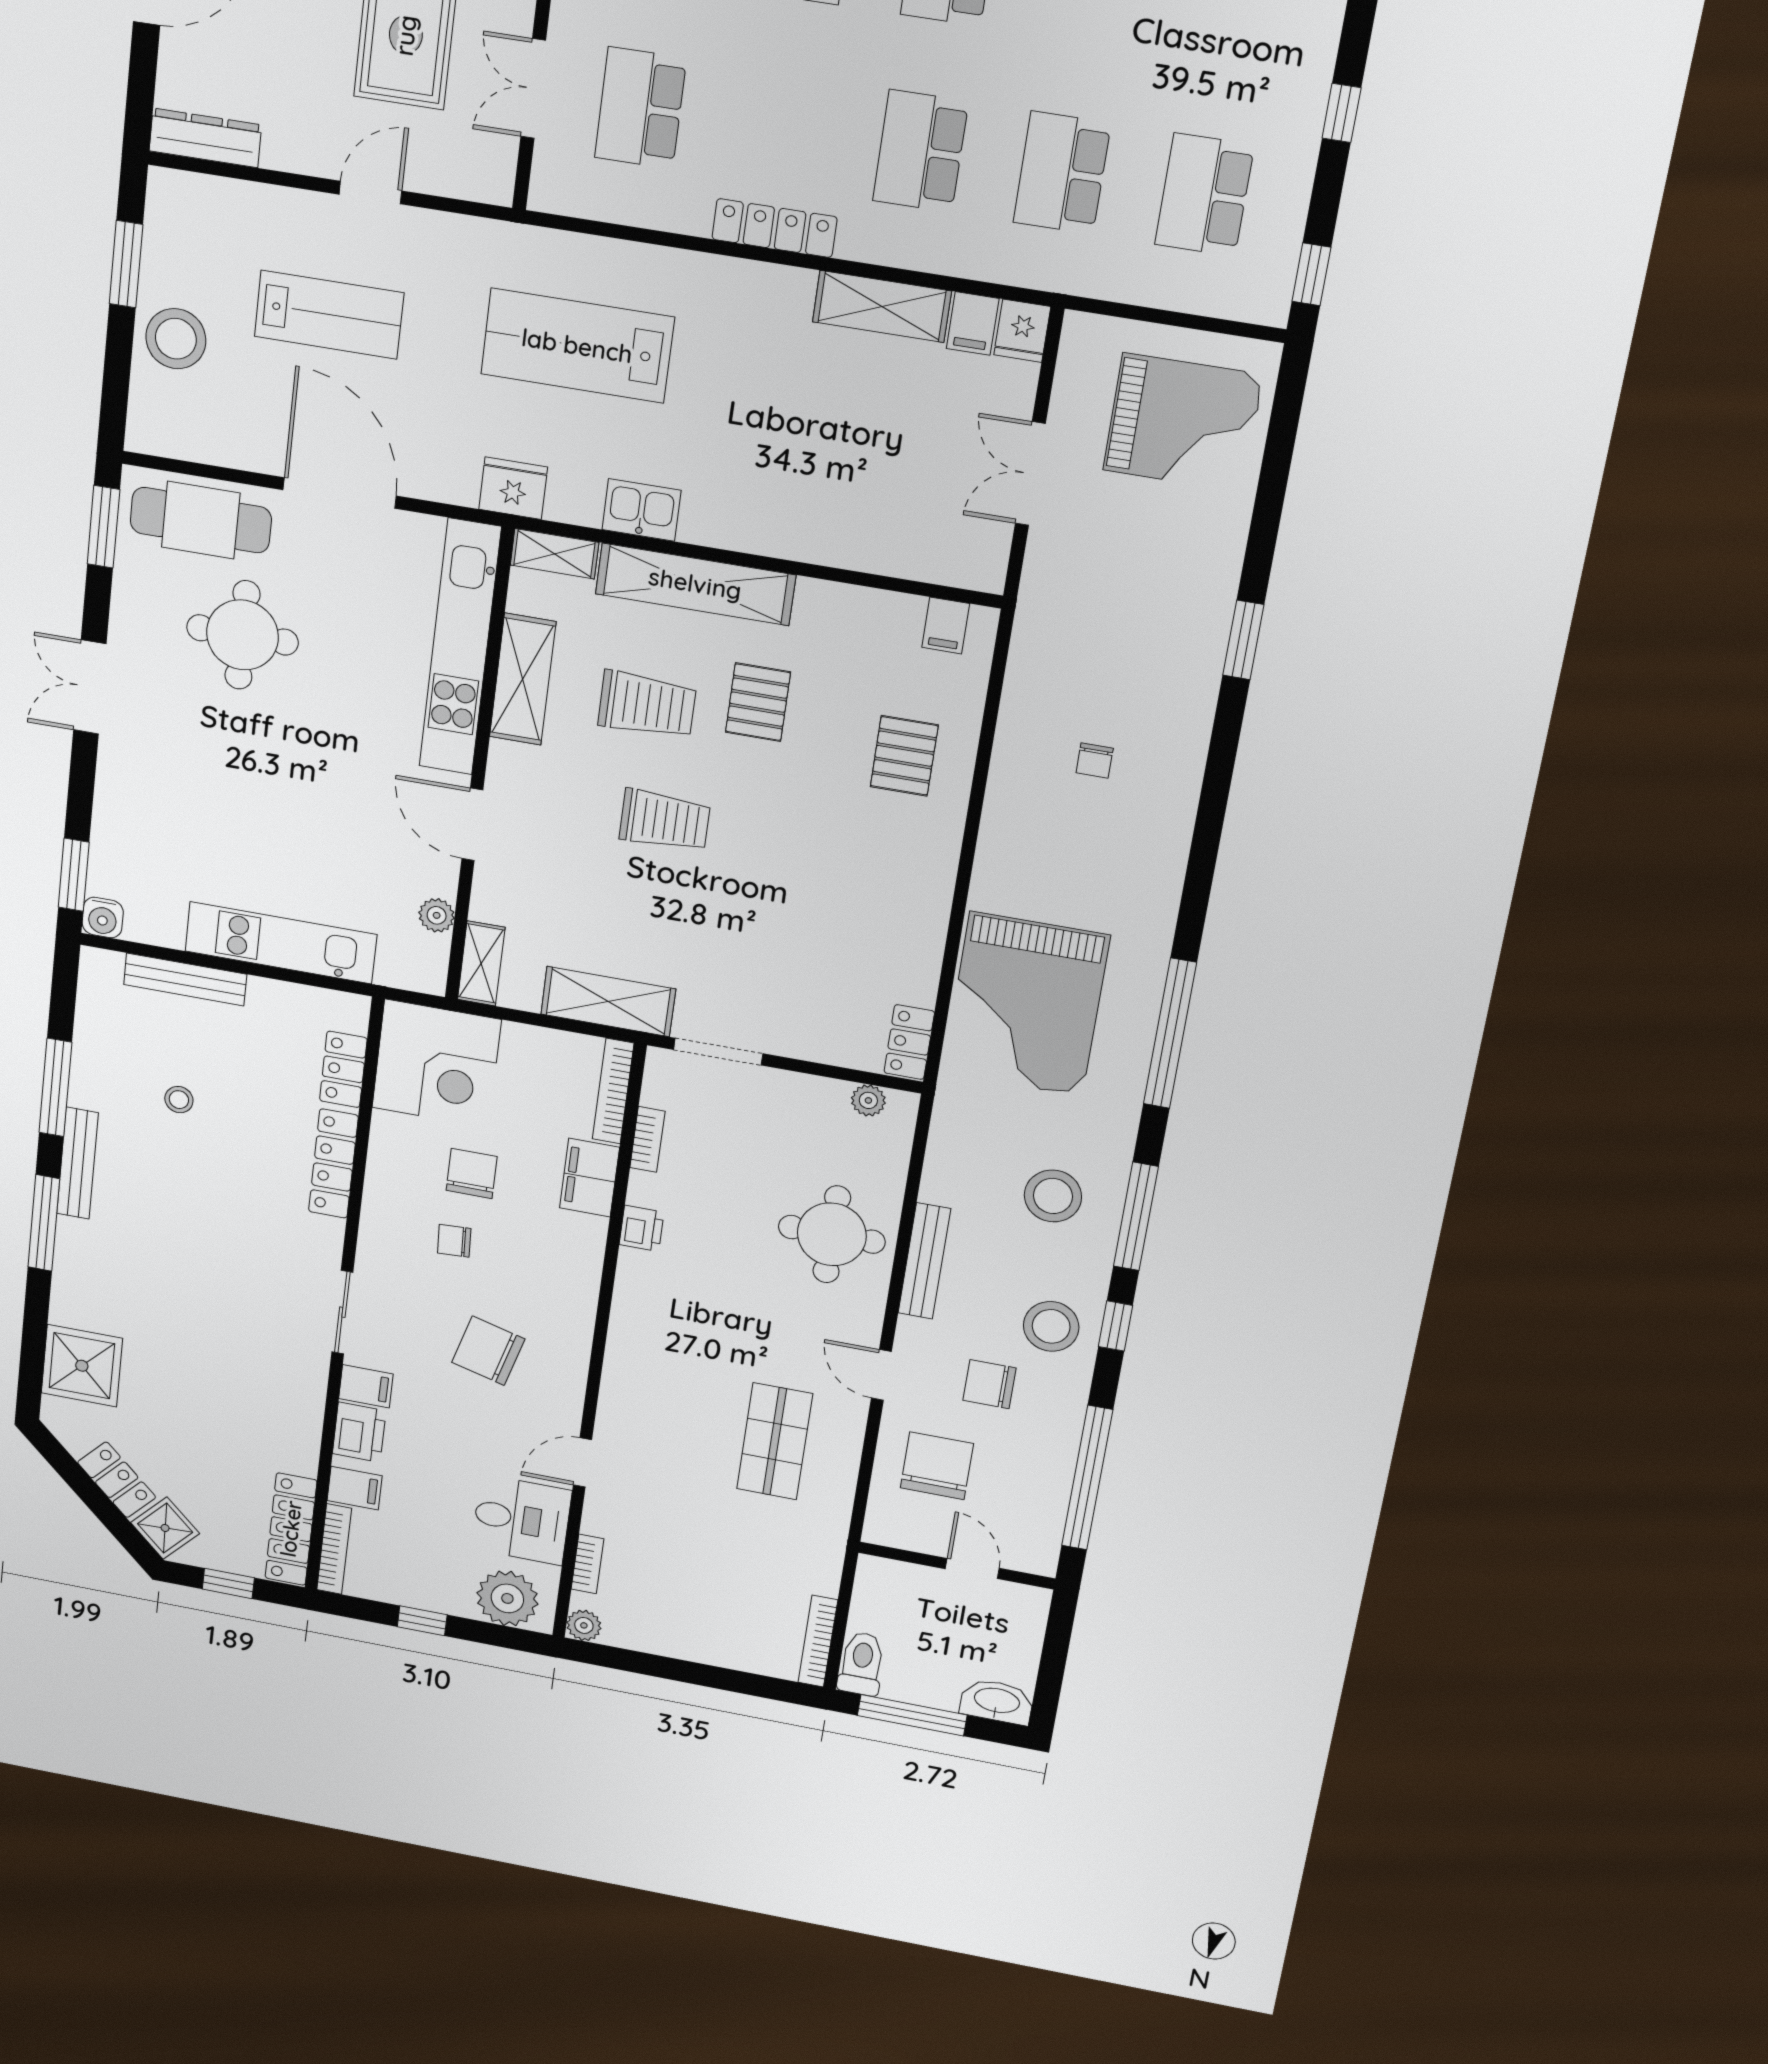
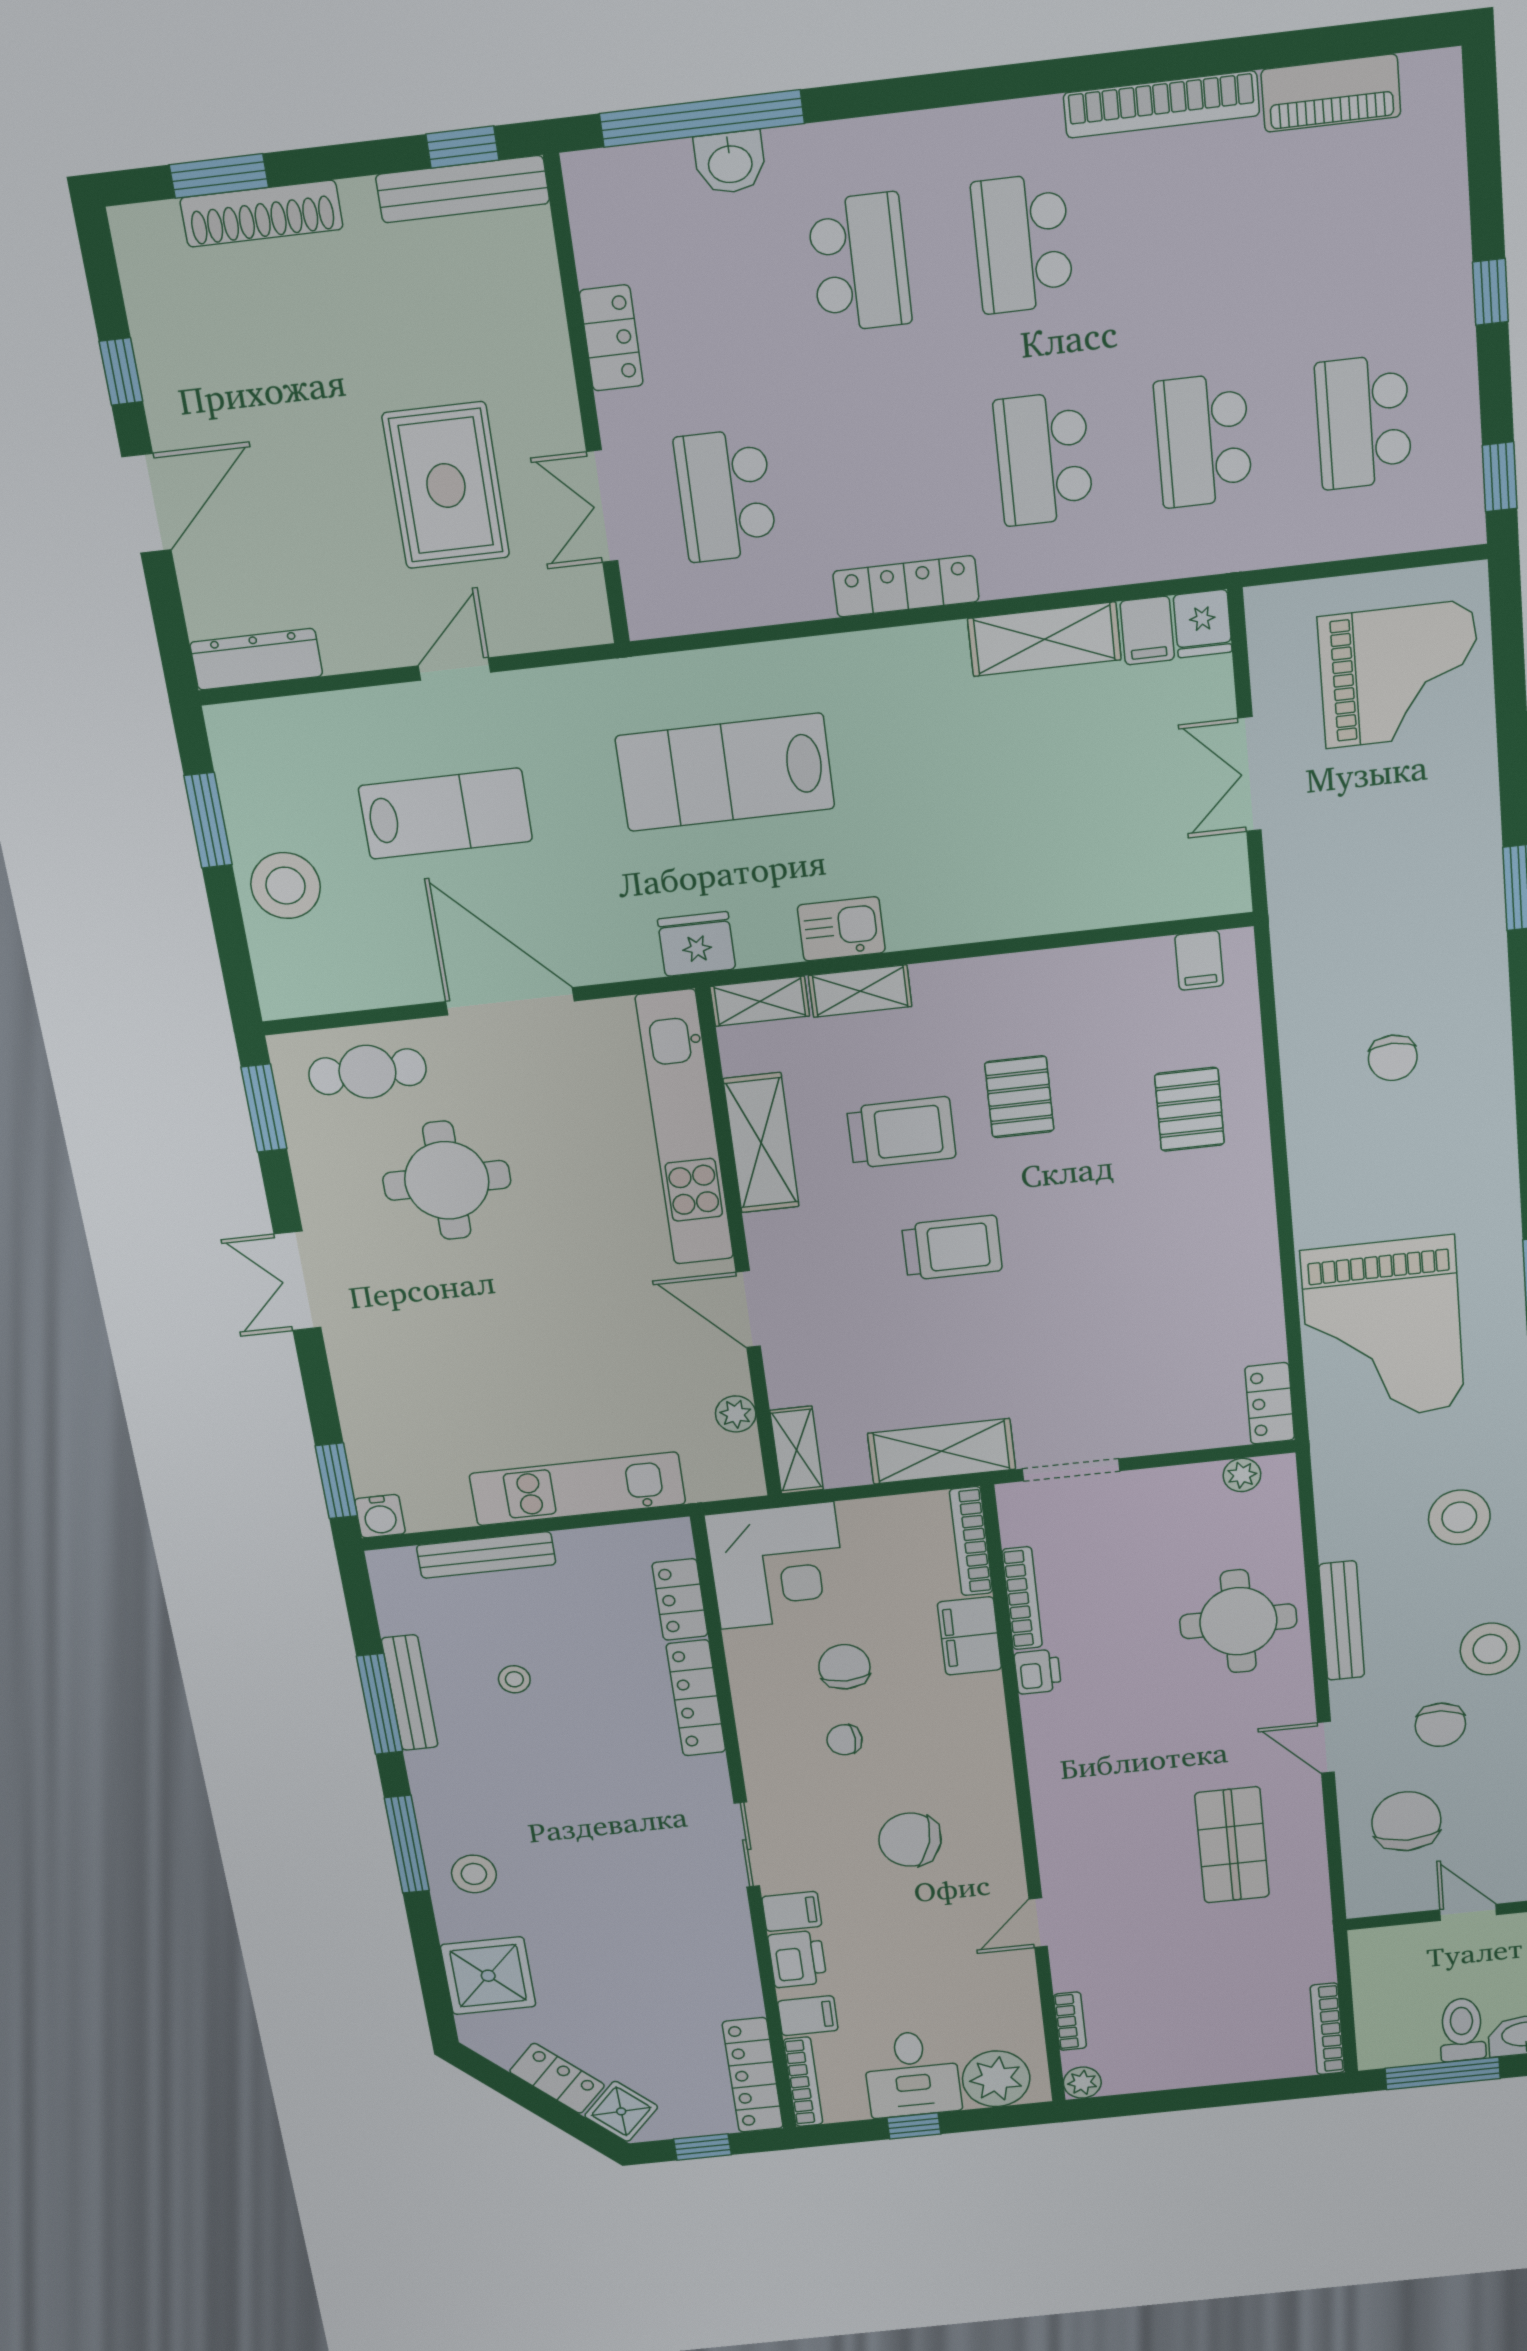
cafe table: (201, 520) -> (367, 1072), width x0.73, depth x0.74
shelving: (695, 584) -> (860, 991), width x0.45, depth x0.75
chair: (1095, 761) -> (1393, 1058), width x1.37, depth x1.37
bookcase: (647, 1139) -> (1022, 1598), width x1.56
bench: (78, 1163) -> (410, 1693), moved
stool: (95, 1268) -> (474, 1874), added
chair: (990, 1384) -> (1440, 1725), turned -85
desk: (521, 1520) -> (912, 2074), moved, turned 90
toilet: (861, 1664) -> (1462, 2030), moved

